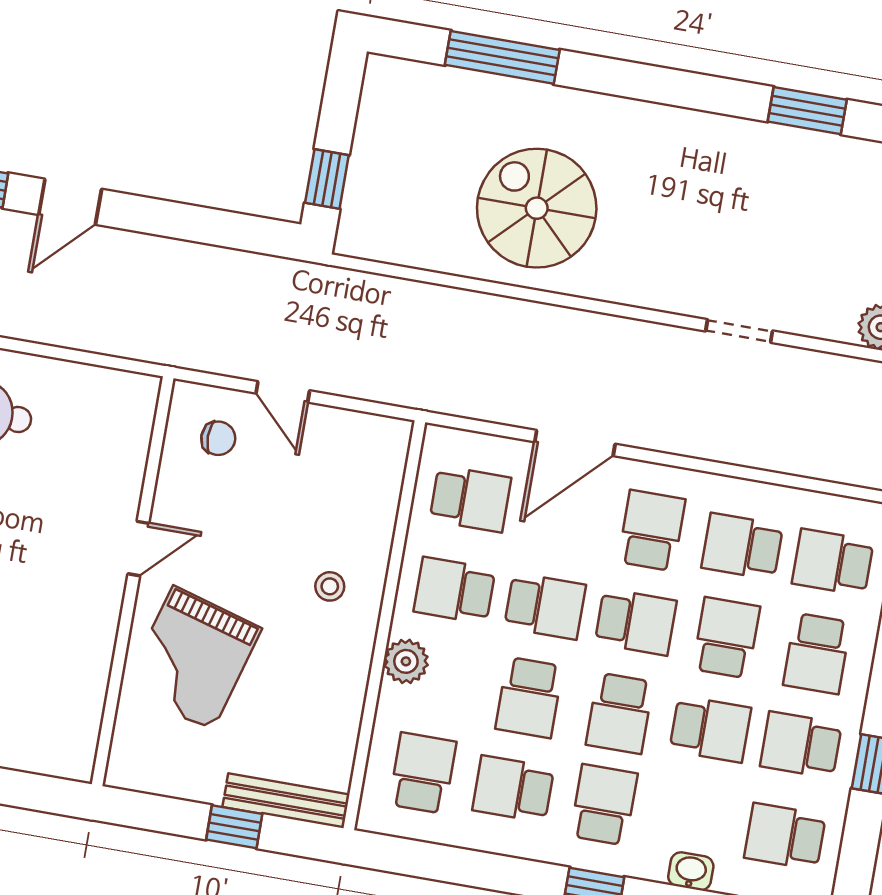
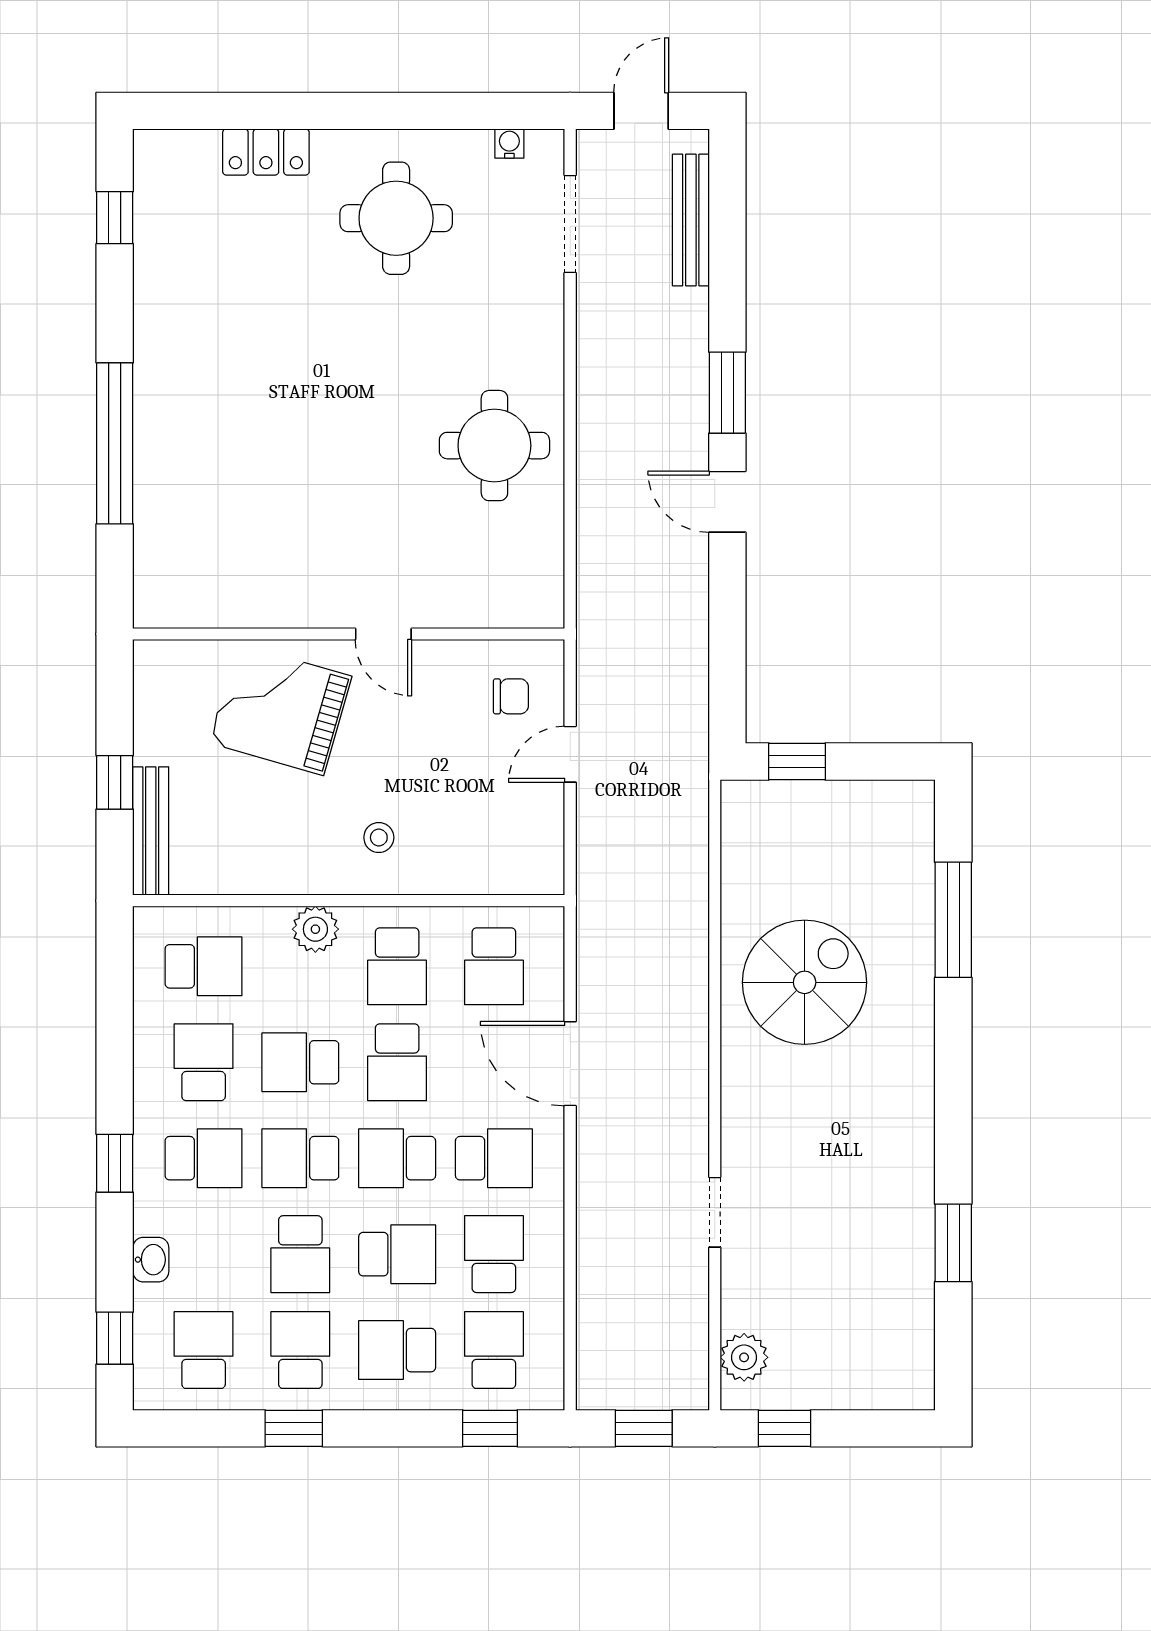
chair: (218, 438) -> (511, 696), turned -90
school desk: (454, 590) -> (397, 966), turned 180
school desk: (636, 622) -> (397, 1158), turned 90

